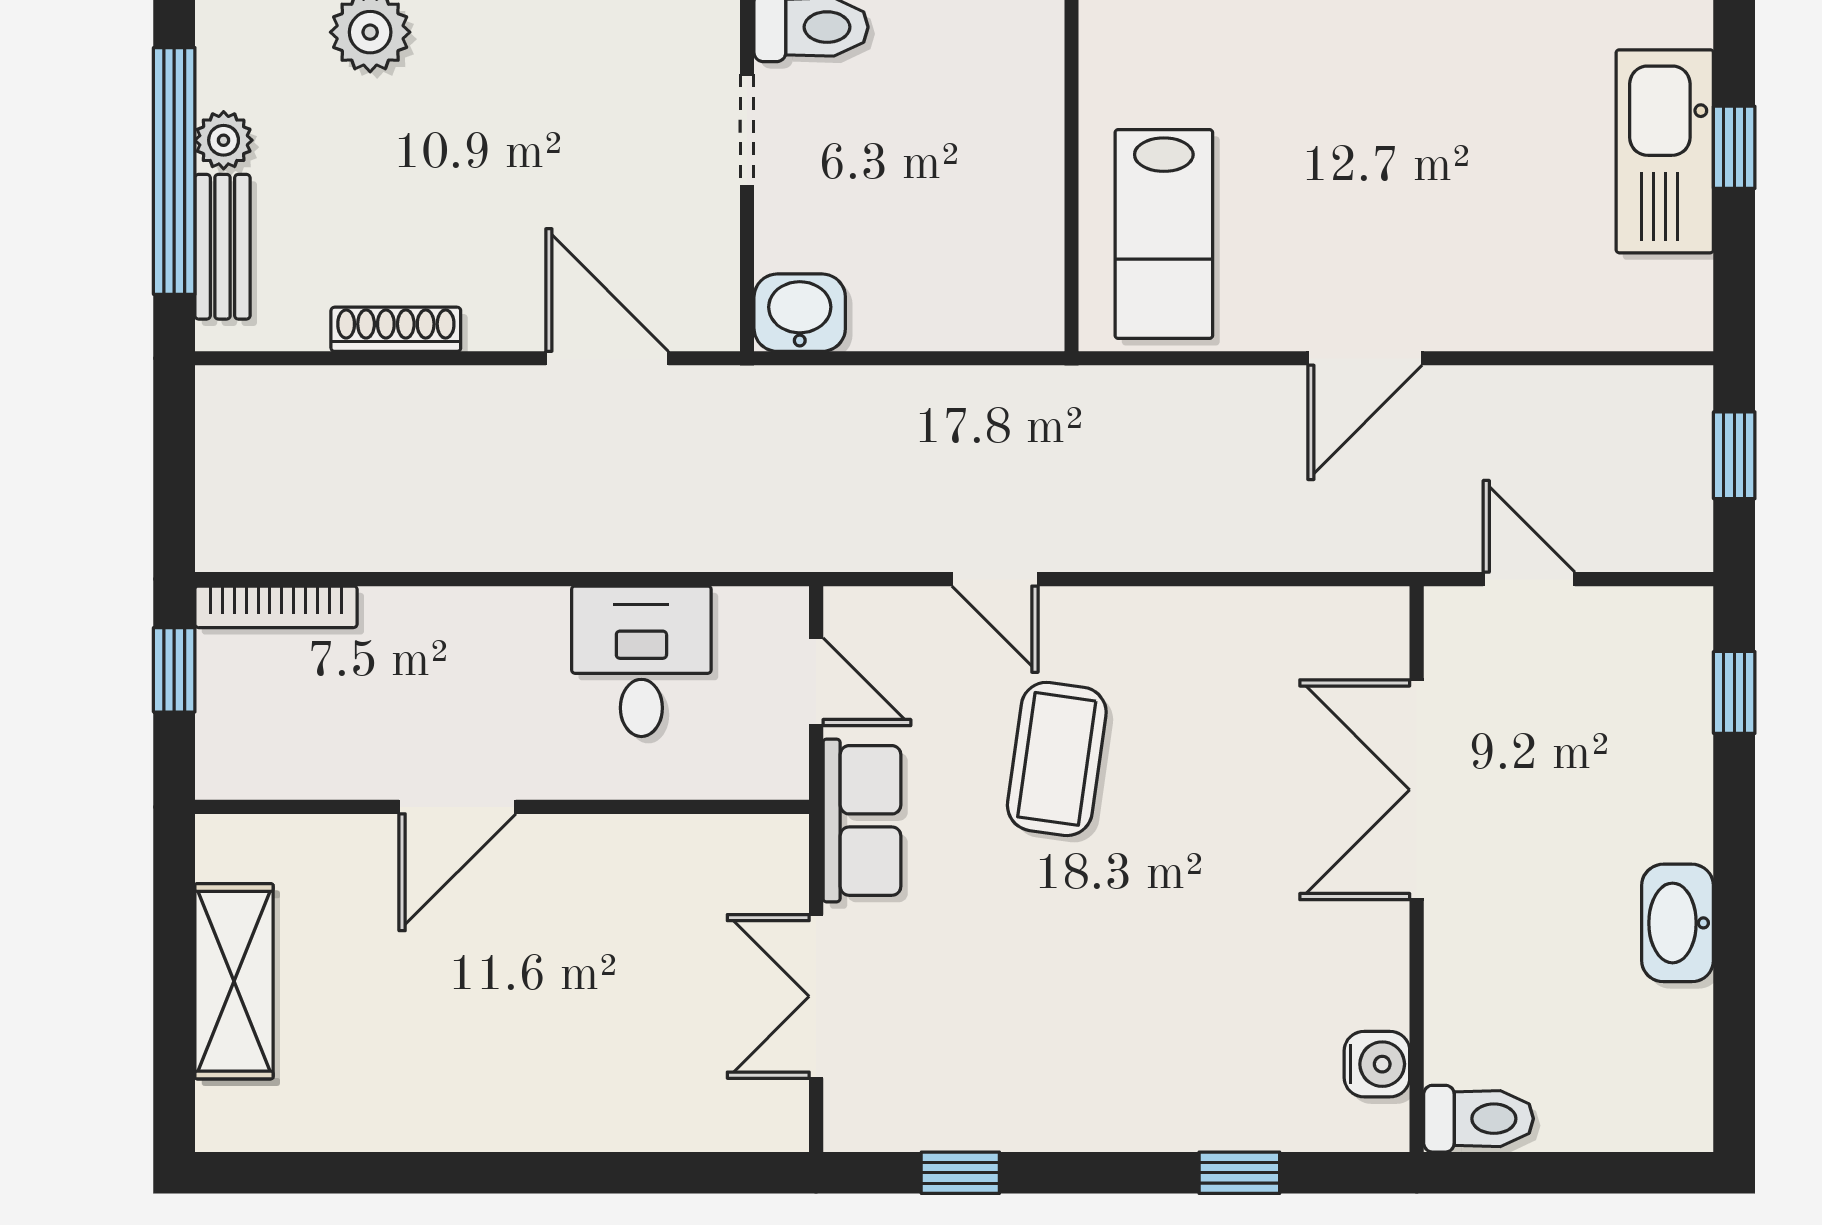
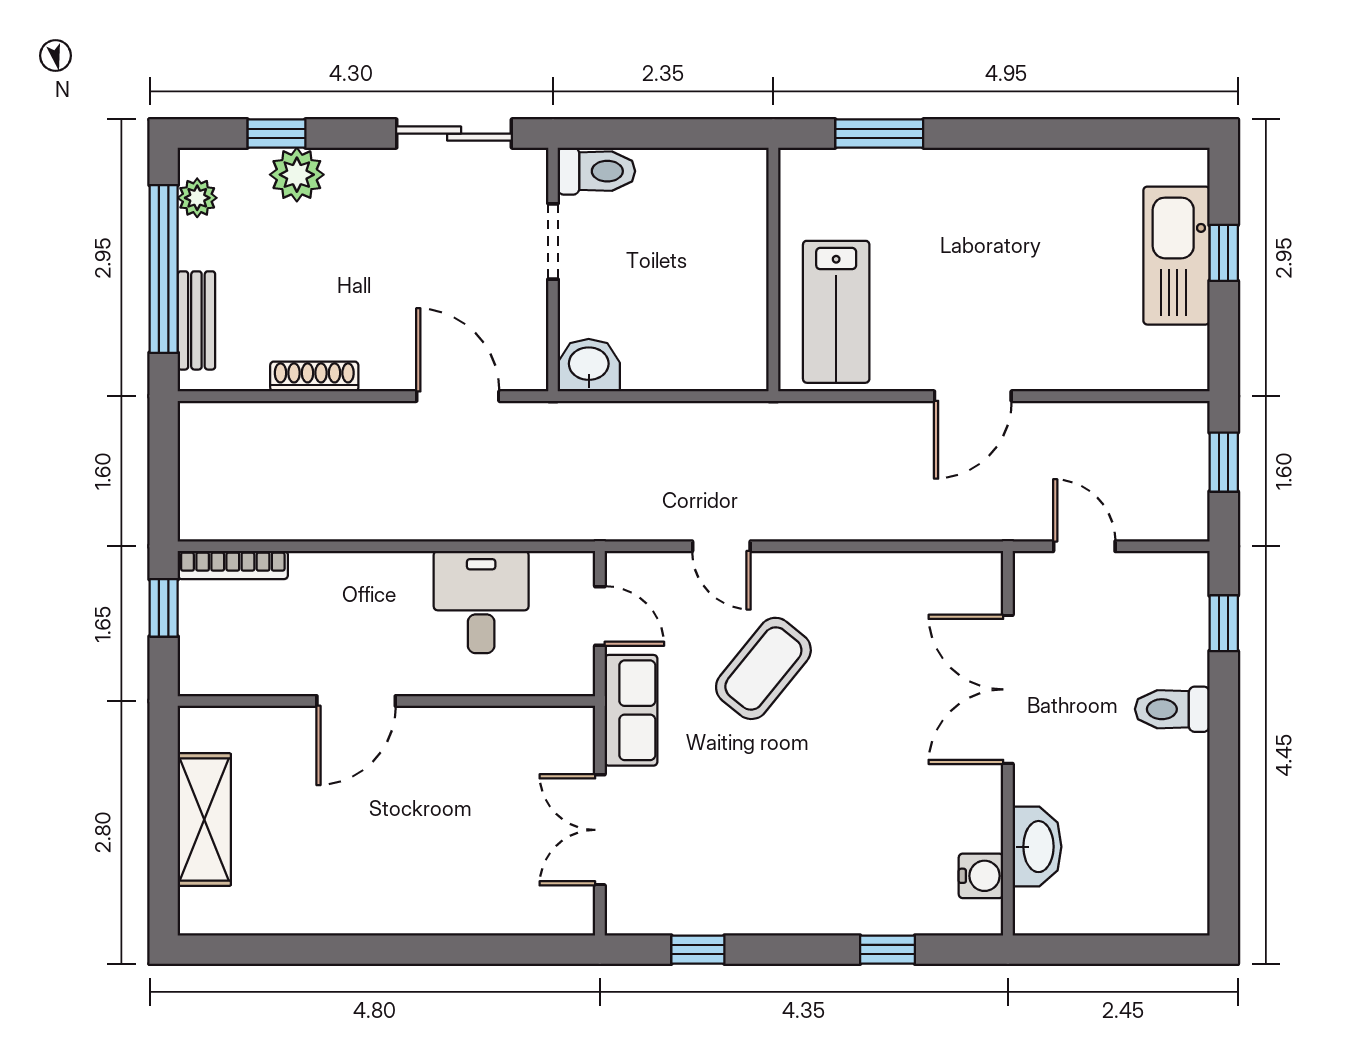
plant: (224, 140) -> (197, 198), moved
coffee table: (1057, 759) -> (763, 668), turned 31
washbasin: (1678, 923) -> (1037, 847), moved, turned 180
toilet: (1478, 1119) -> (1172, 709), moved, turned 180

